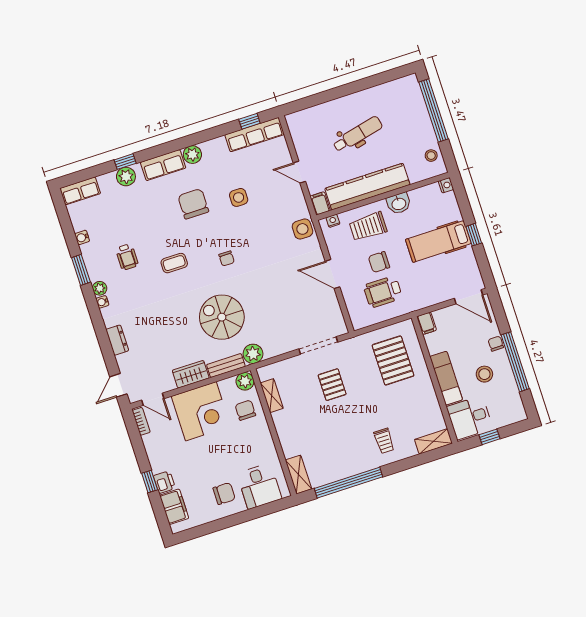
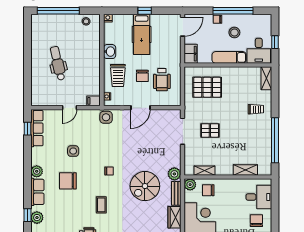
kitchen counter: (367, 187) -> (93, 68), removed
filing cabinet: (427, 323) -> (191, 54), width x2.00
shelving: (298, 475) -> (245, 170), moved

